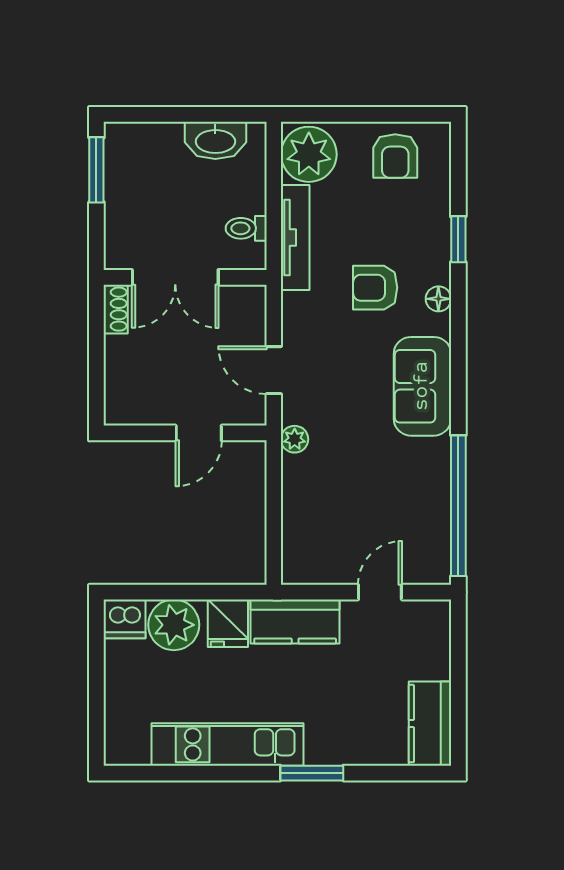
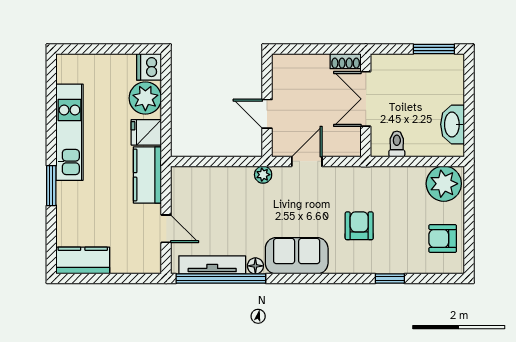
tv unit: (295, 238) -> (212, 265), moved, turned 180
floor lamp: (438, 299) -> (255, 266), moved

